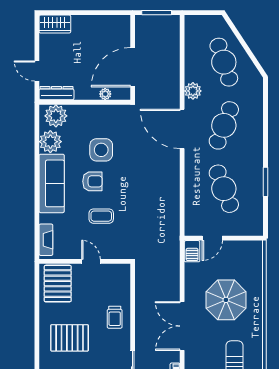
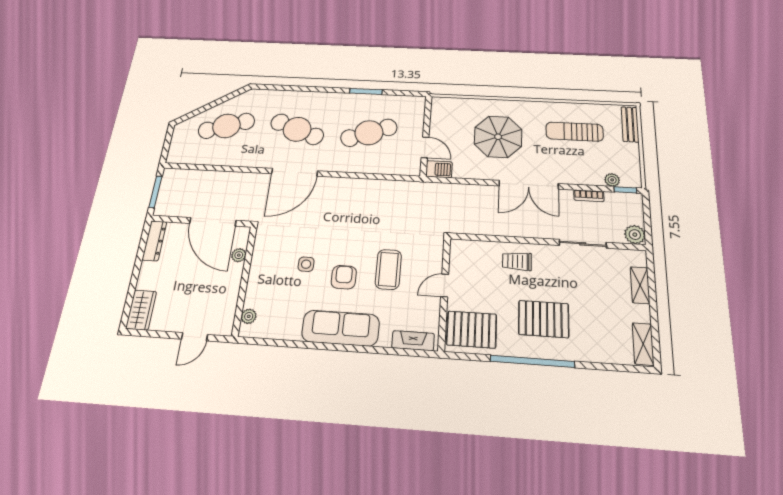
plant: (193, 91) -> (253, 159), removed
dresser: (56, 93) -> (154, 241), moved, turned 180
plant: (56, 116) -> (249, 316), width x0.53, depth x0.53
plant: (50, 142) -> (287, 326), removed
side table: (101, 150) -> (306, 264), width x0.54, depth x0.54
coffee table: (101, 216) -> (388, 269), width x1.36, depth x1.30
trolley: (115, 317) -> (517, 261), turned 180
window: (37, 329) -> (532, 361), added
pallet: (70, 338) -> (544, 319), turned 90

